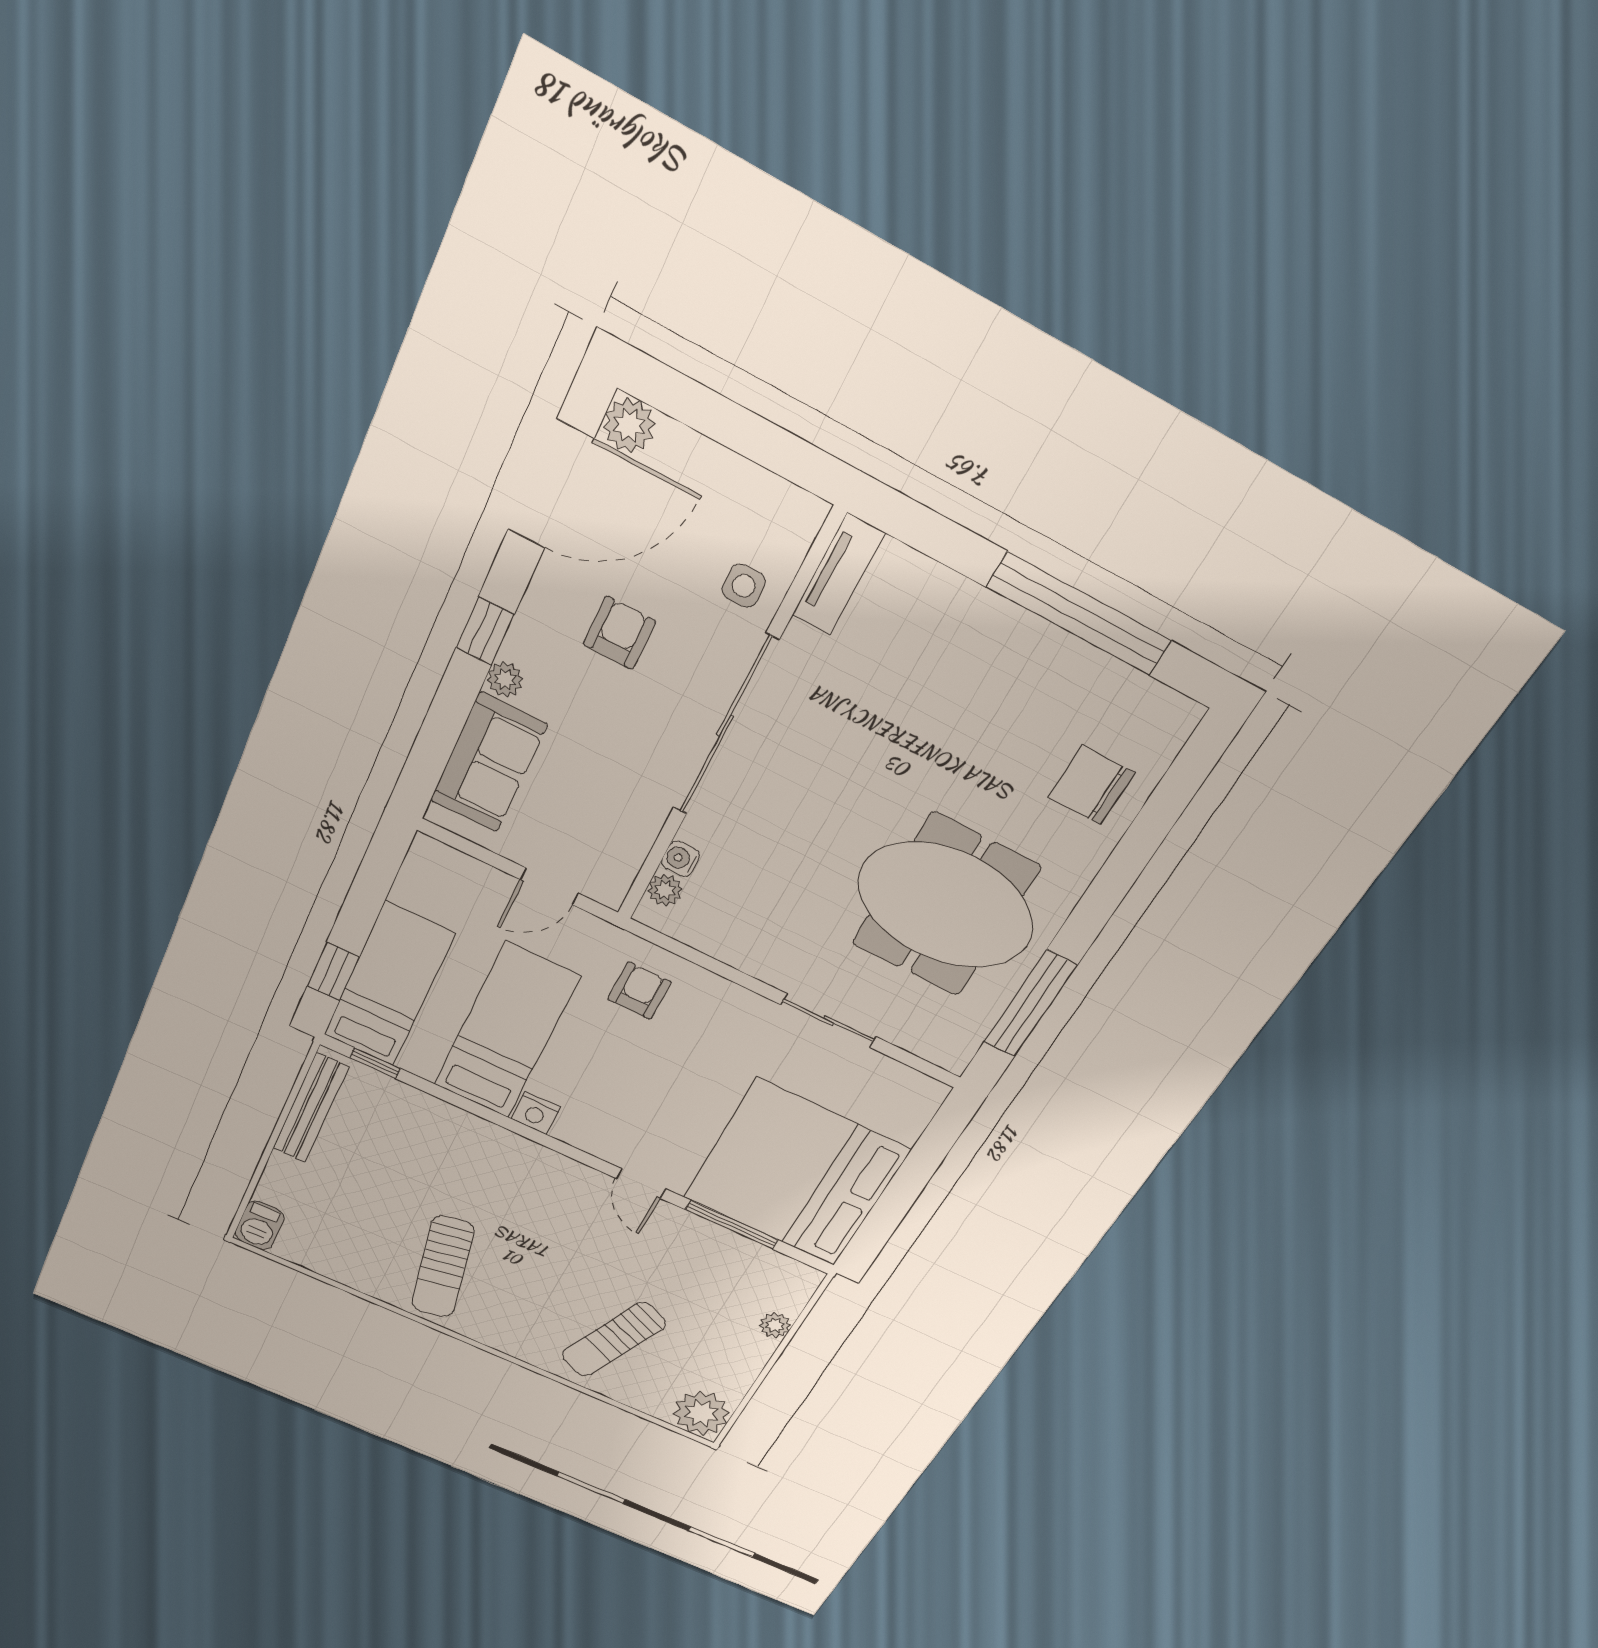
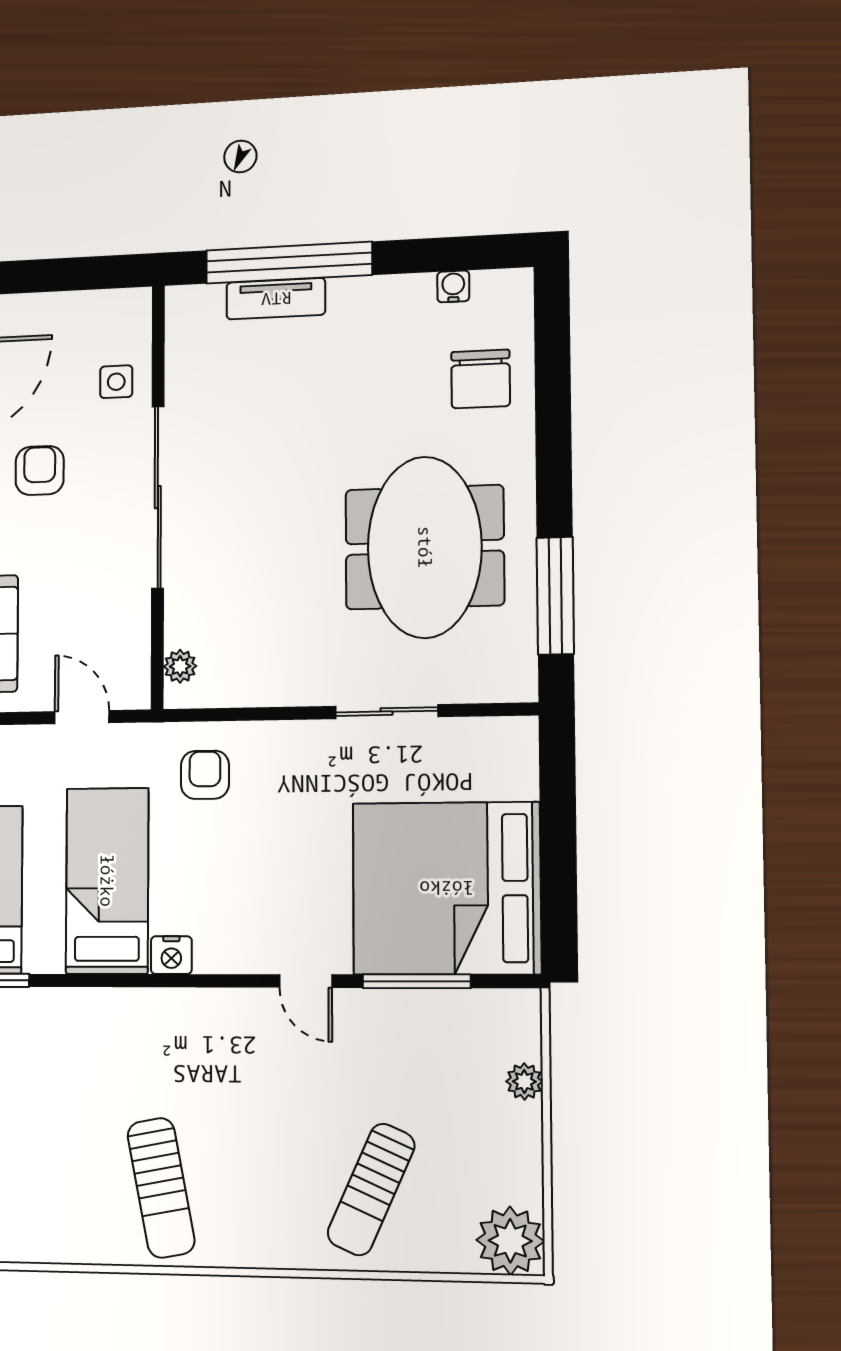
tv unit: (838, 574) -> (276, 299), moved, turned 90
window: (1079, 614) -> (289, 263), moved
chair: (1091, 785) -> (481, 379), turned -90
water cooler: (680, 859) -> (453, 286), moved, turned 90
door: (549, 886) -> (82, 717), swing flipped
meeting table: (946, 905) -> (425, 547), turned 90

